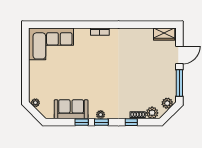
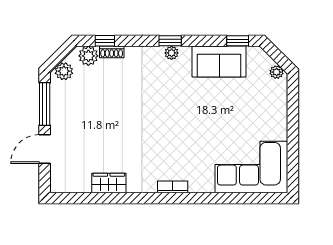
wardrobe: (164, 34) -> (109, 183), moved
window: (82, 122) -> (238, 41), moved
window: (131, 122) -> (105, 41), moved

